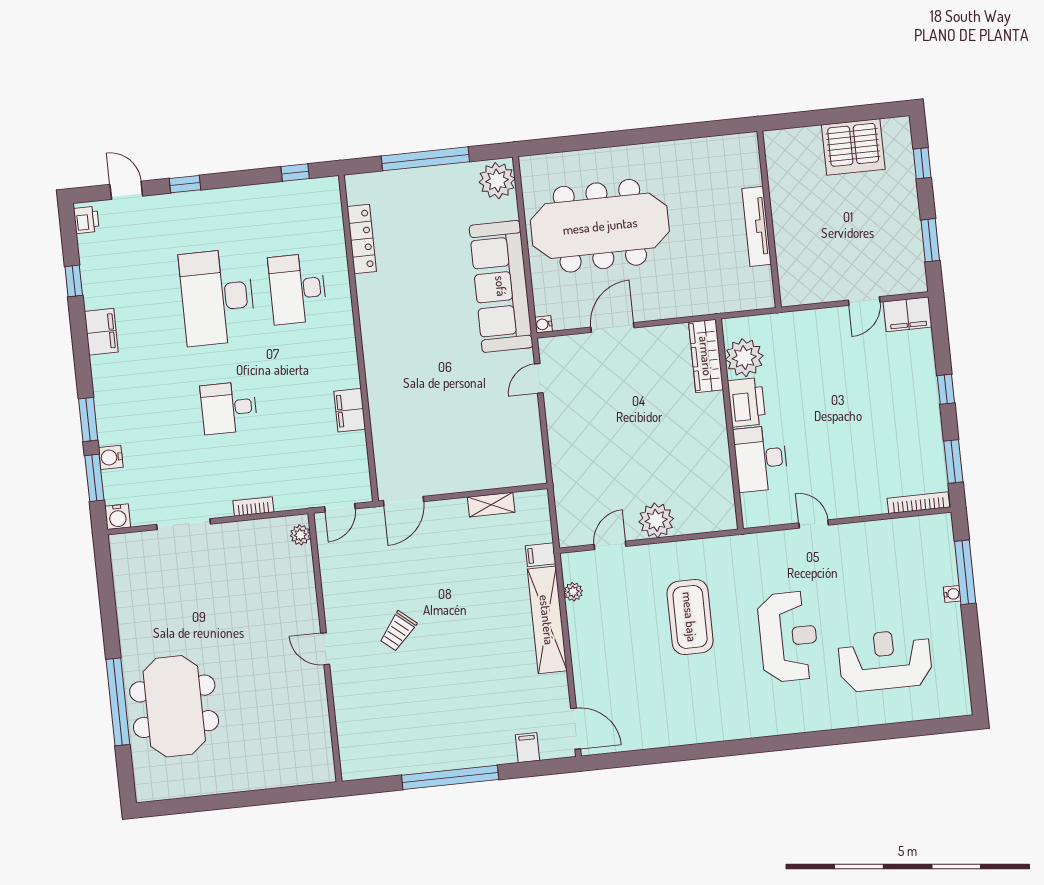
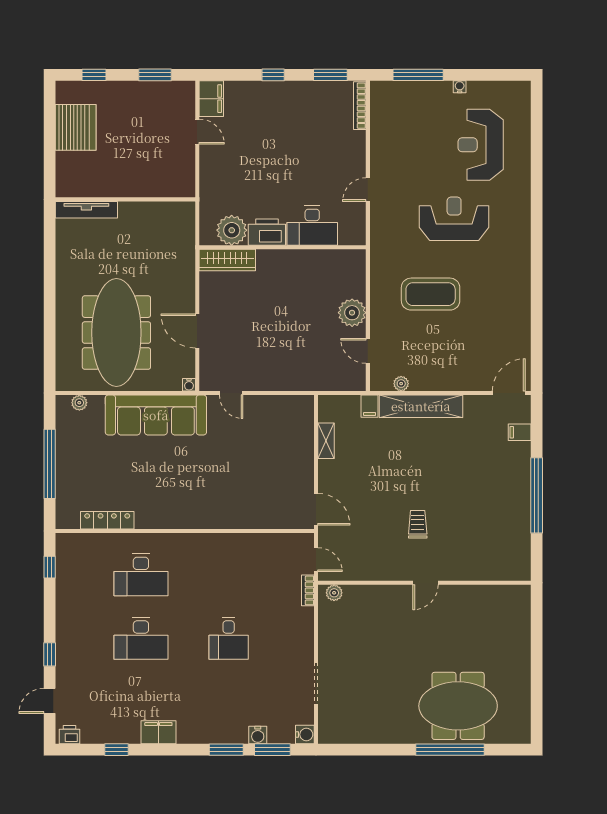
plant: (497, 181) -> (79, 403), width x0.53, depth x0.53
tv unit: (757, 226) -> (86, 210), moved
desk: (217, 297) -> (141, 638), width x0.73, depth x0.77
filing cabinet: (350, 410) -> (240, 544), removed
bookcase: (253, 506) -> (308, 590), moved
water cooler: (952, 594) -> (460, 87), moved
trolley: (398, 631) -> (418, 524), turned -130

